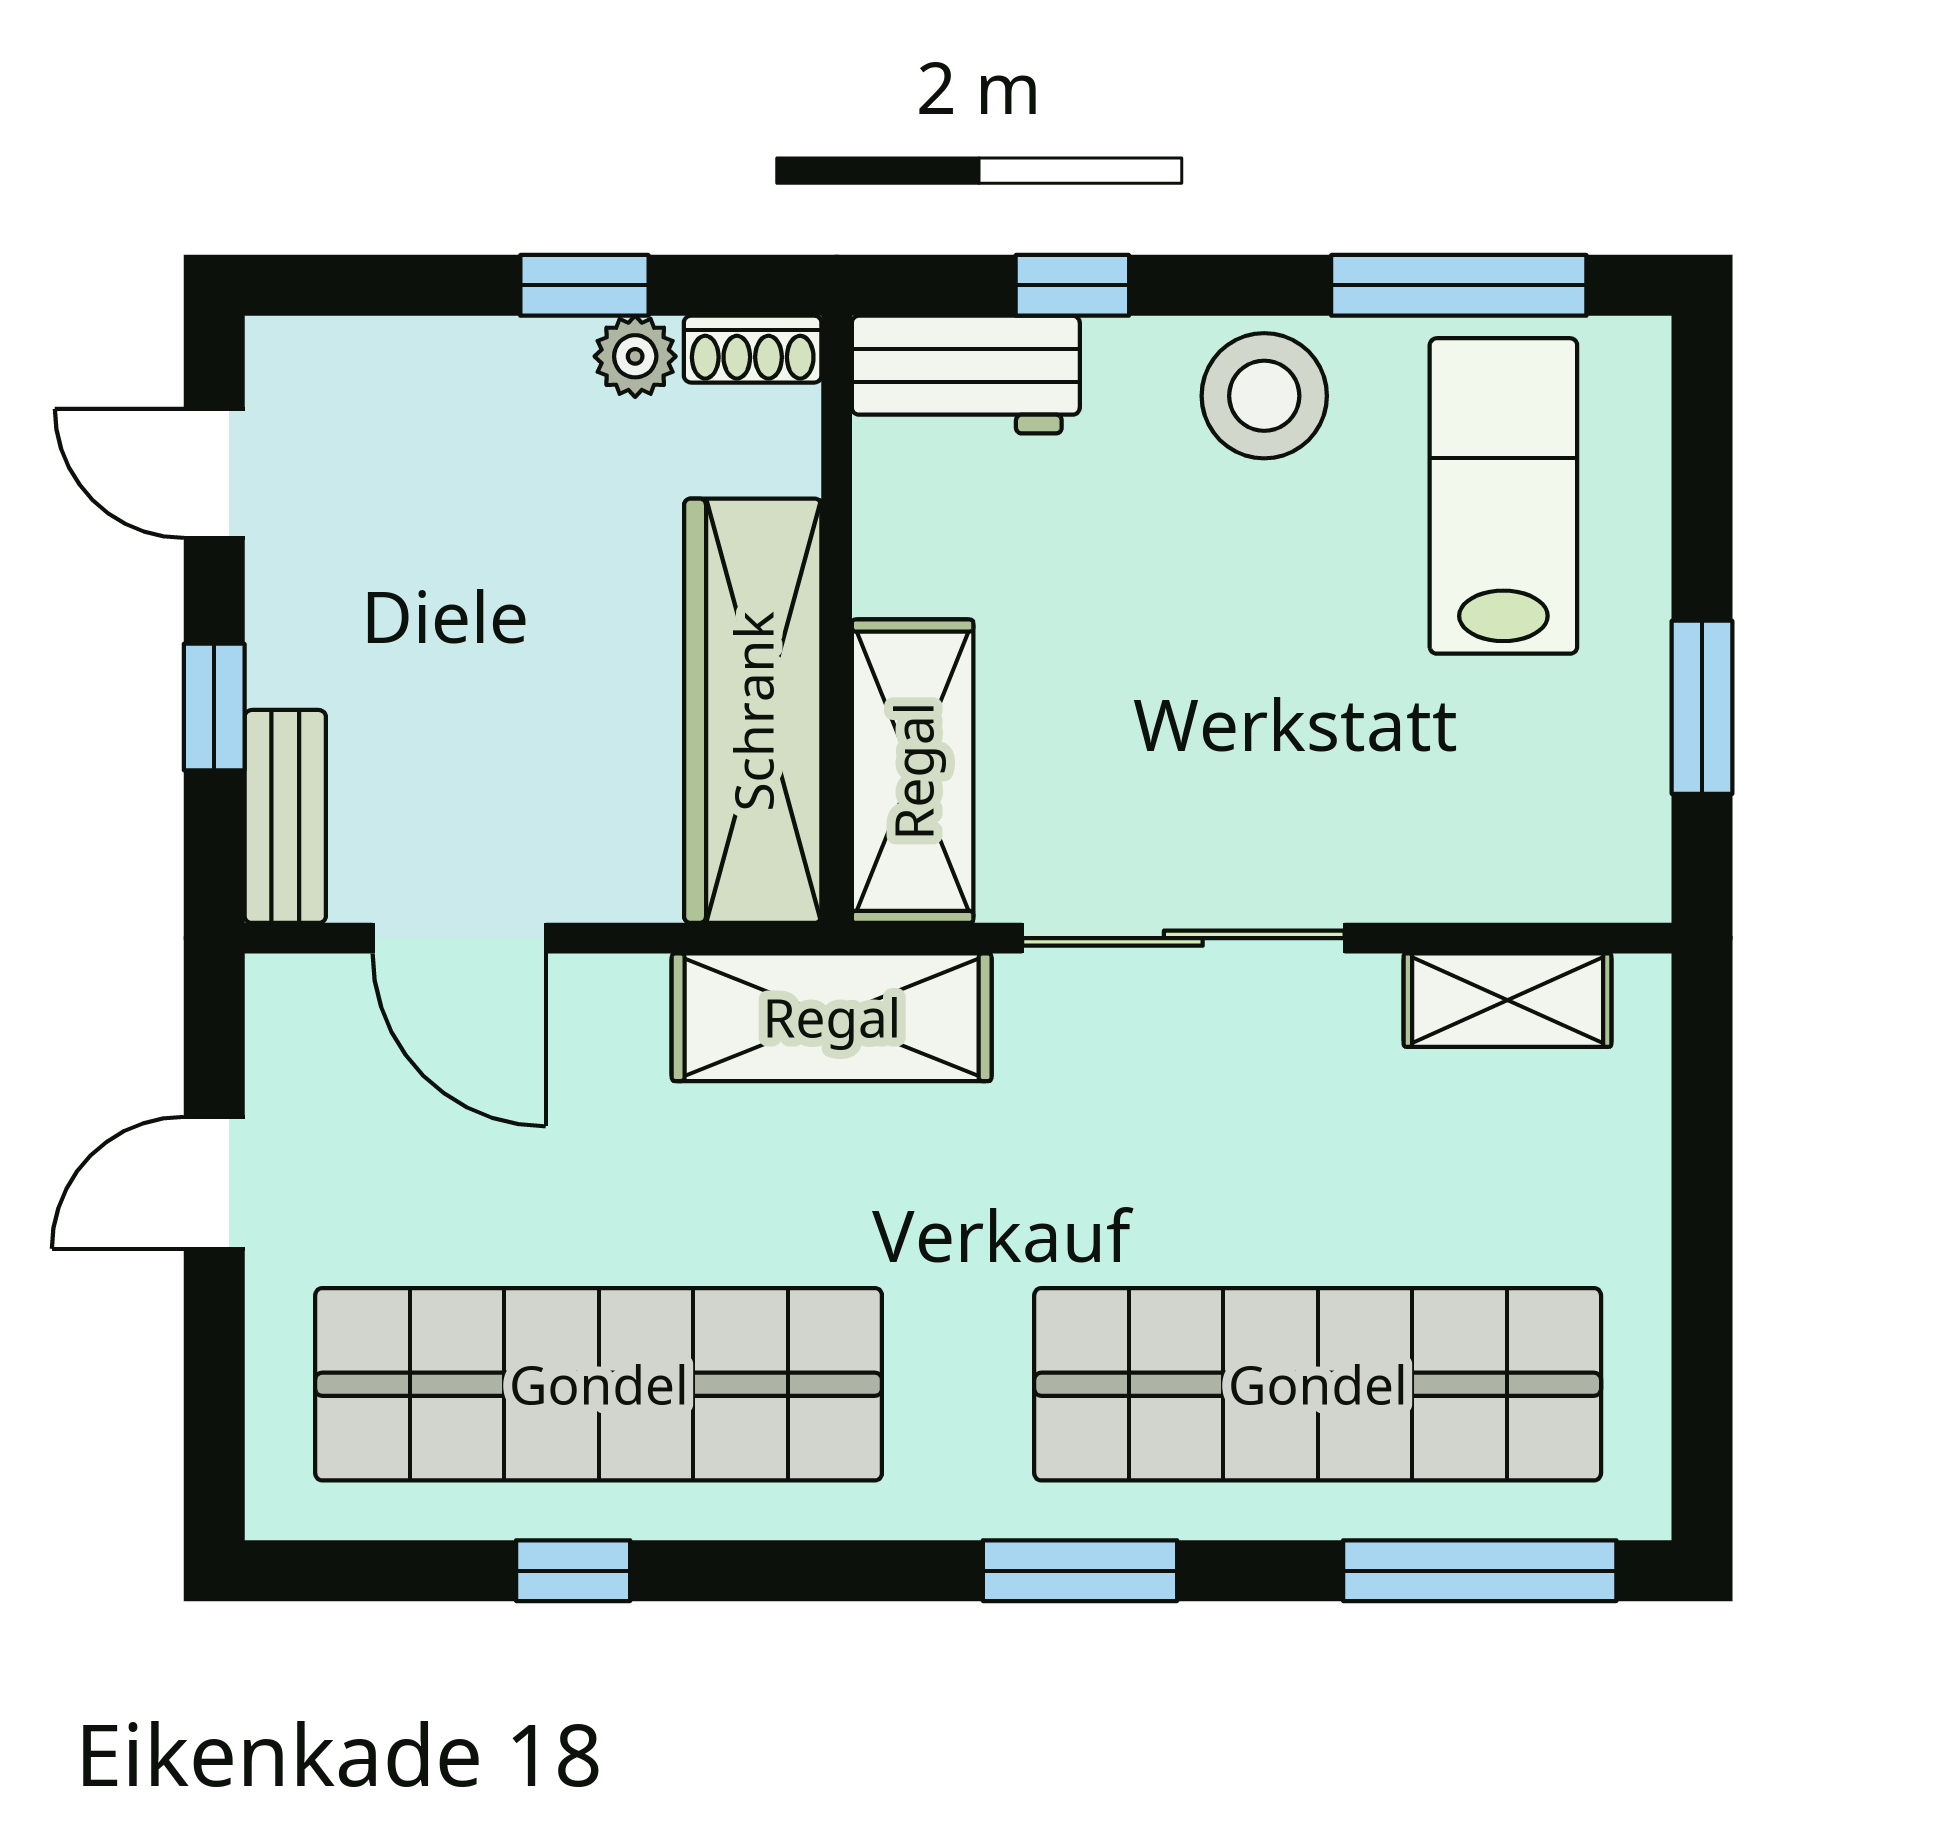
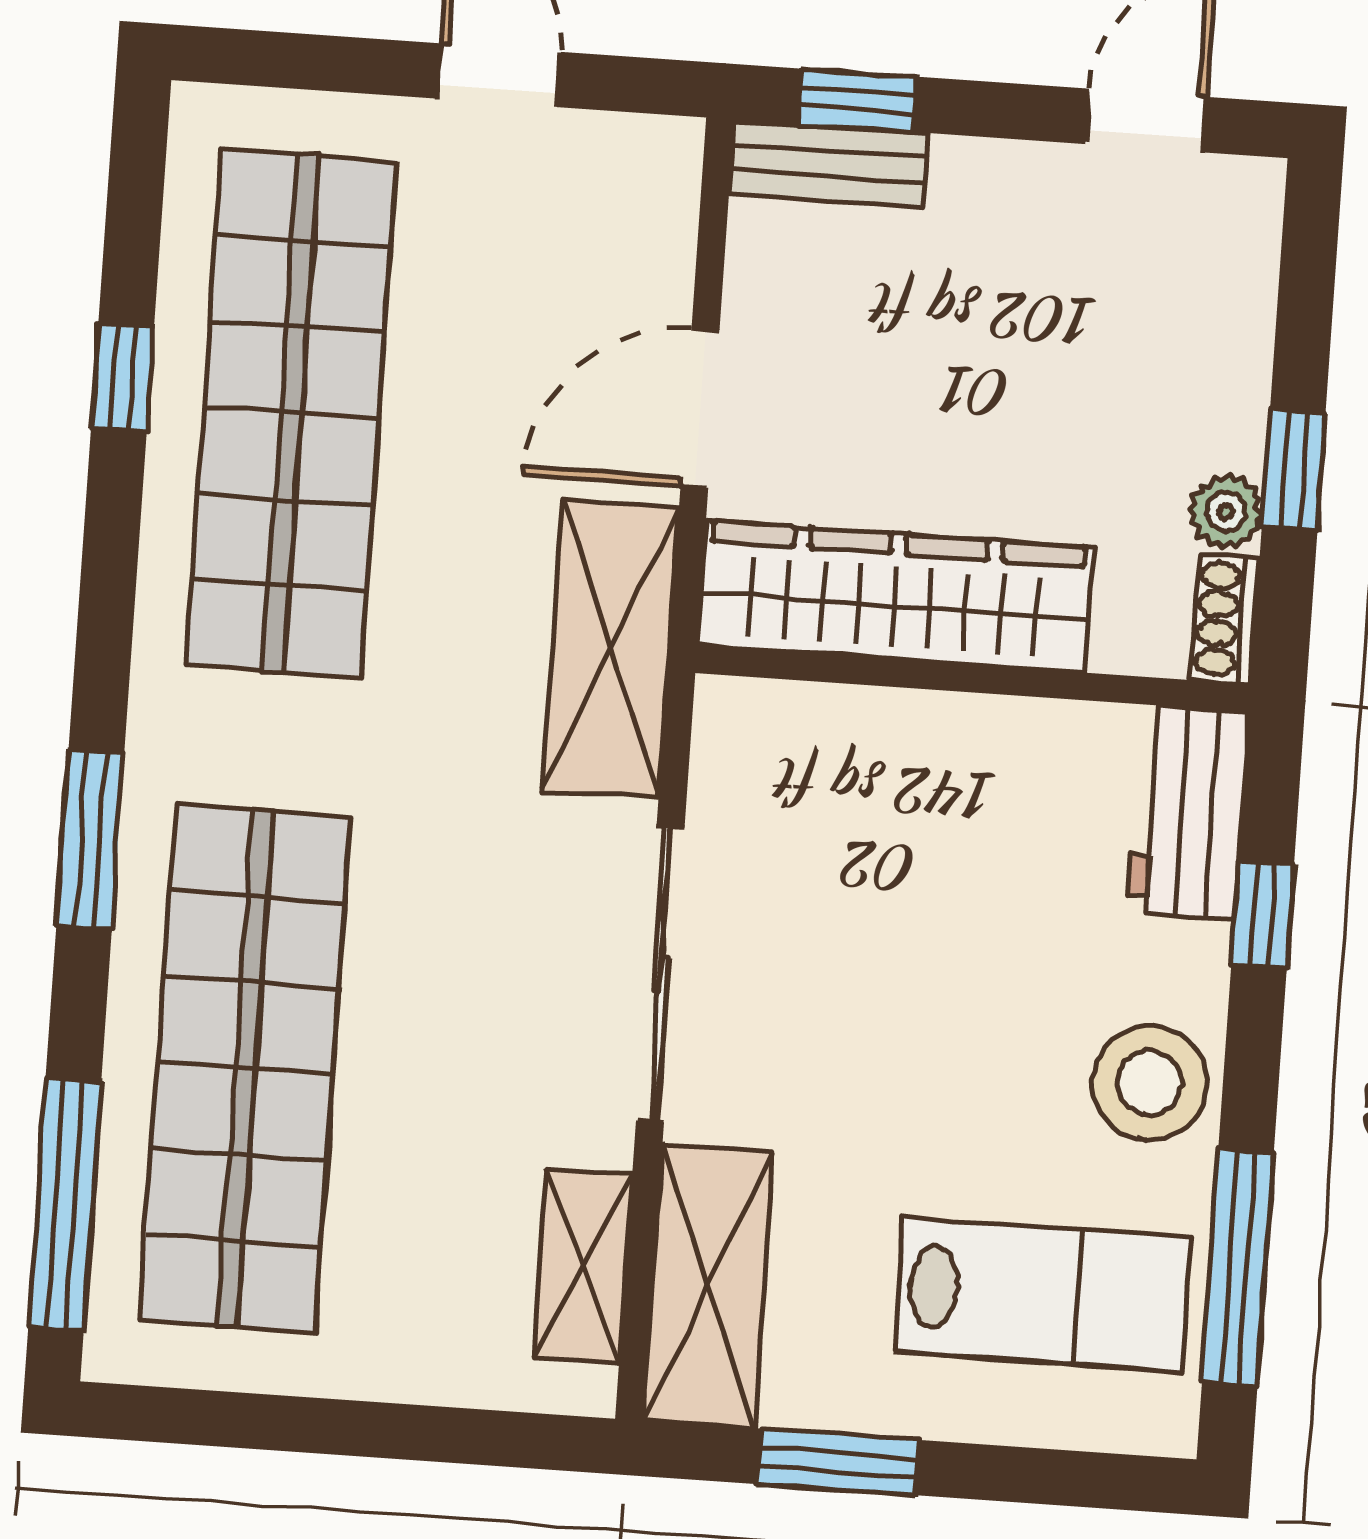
window: (214, 707) -> (857, 100), moved
shelving: (913, 771) -> (708, 1286), moved, turned 90
door: (459, 938) -> (700, 408), moved

